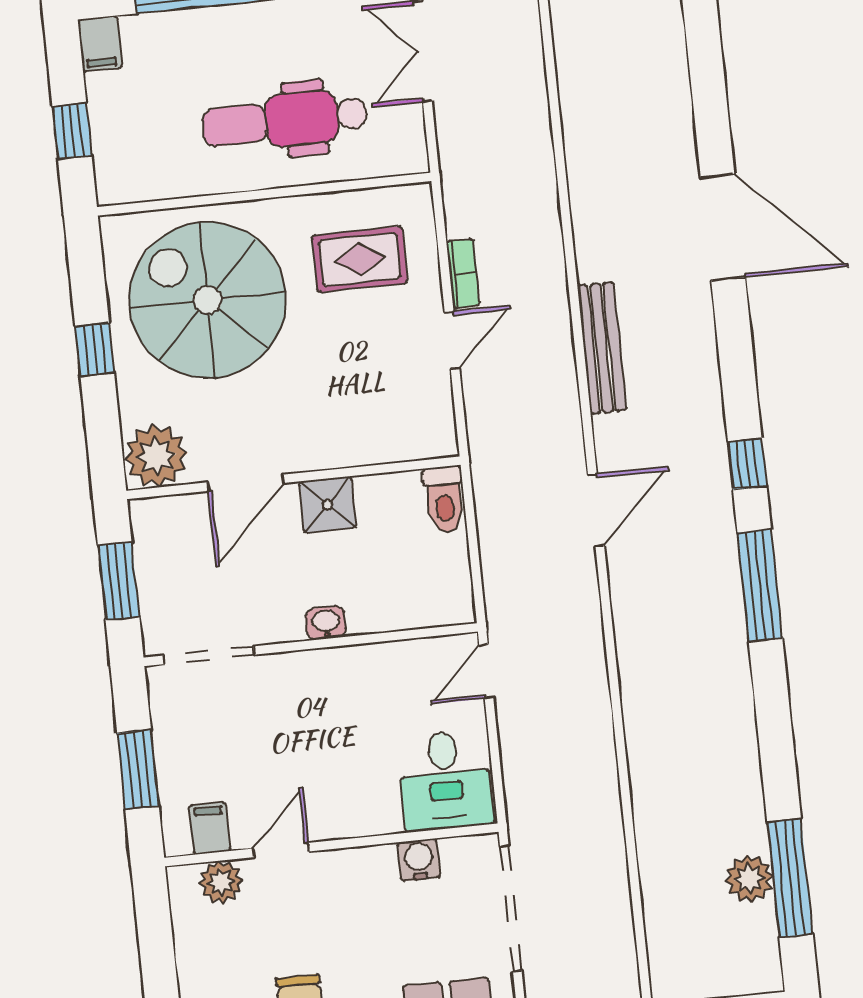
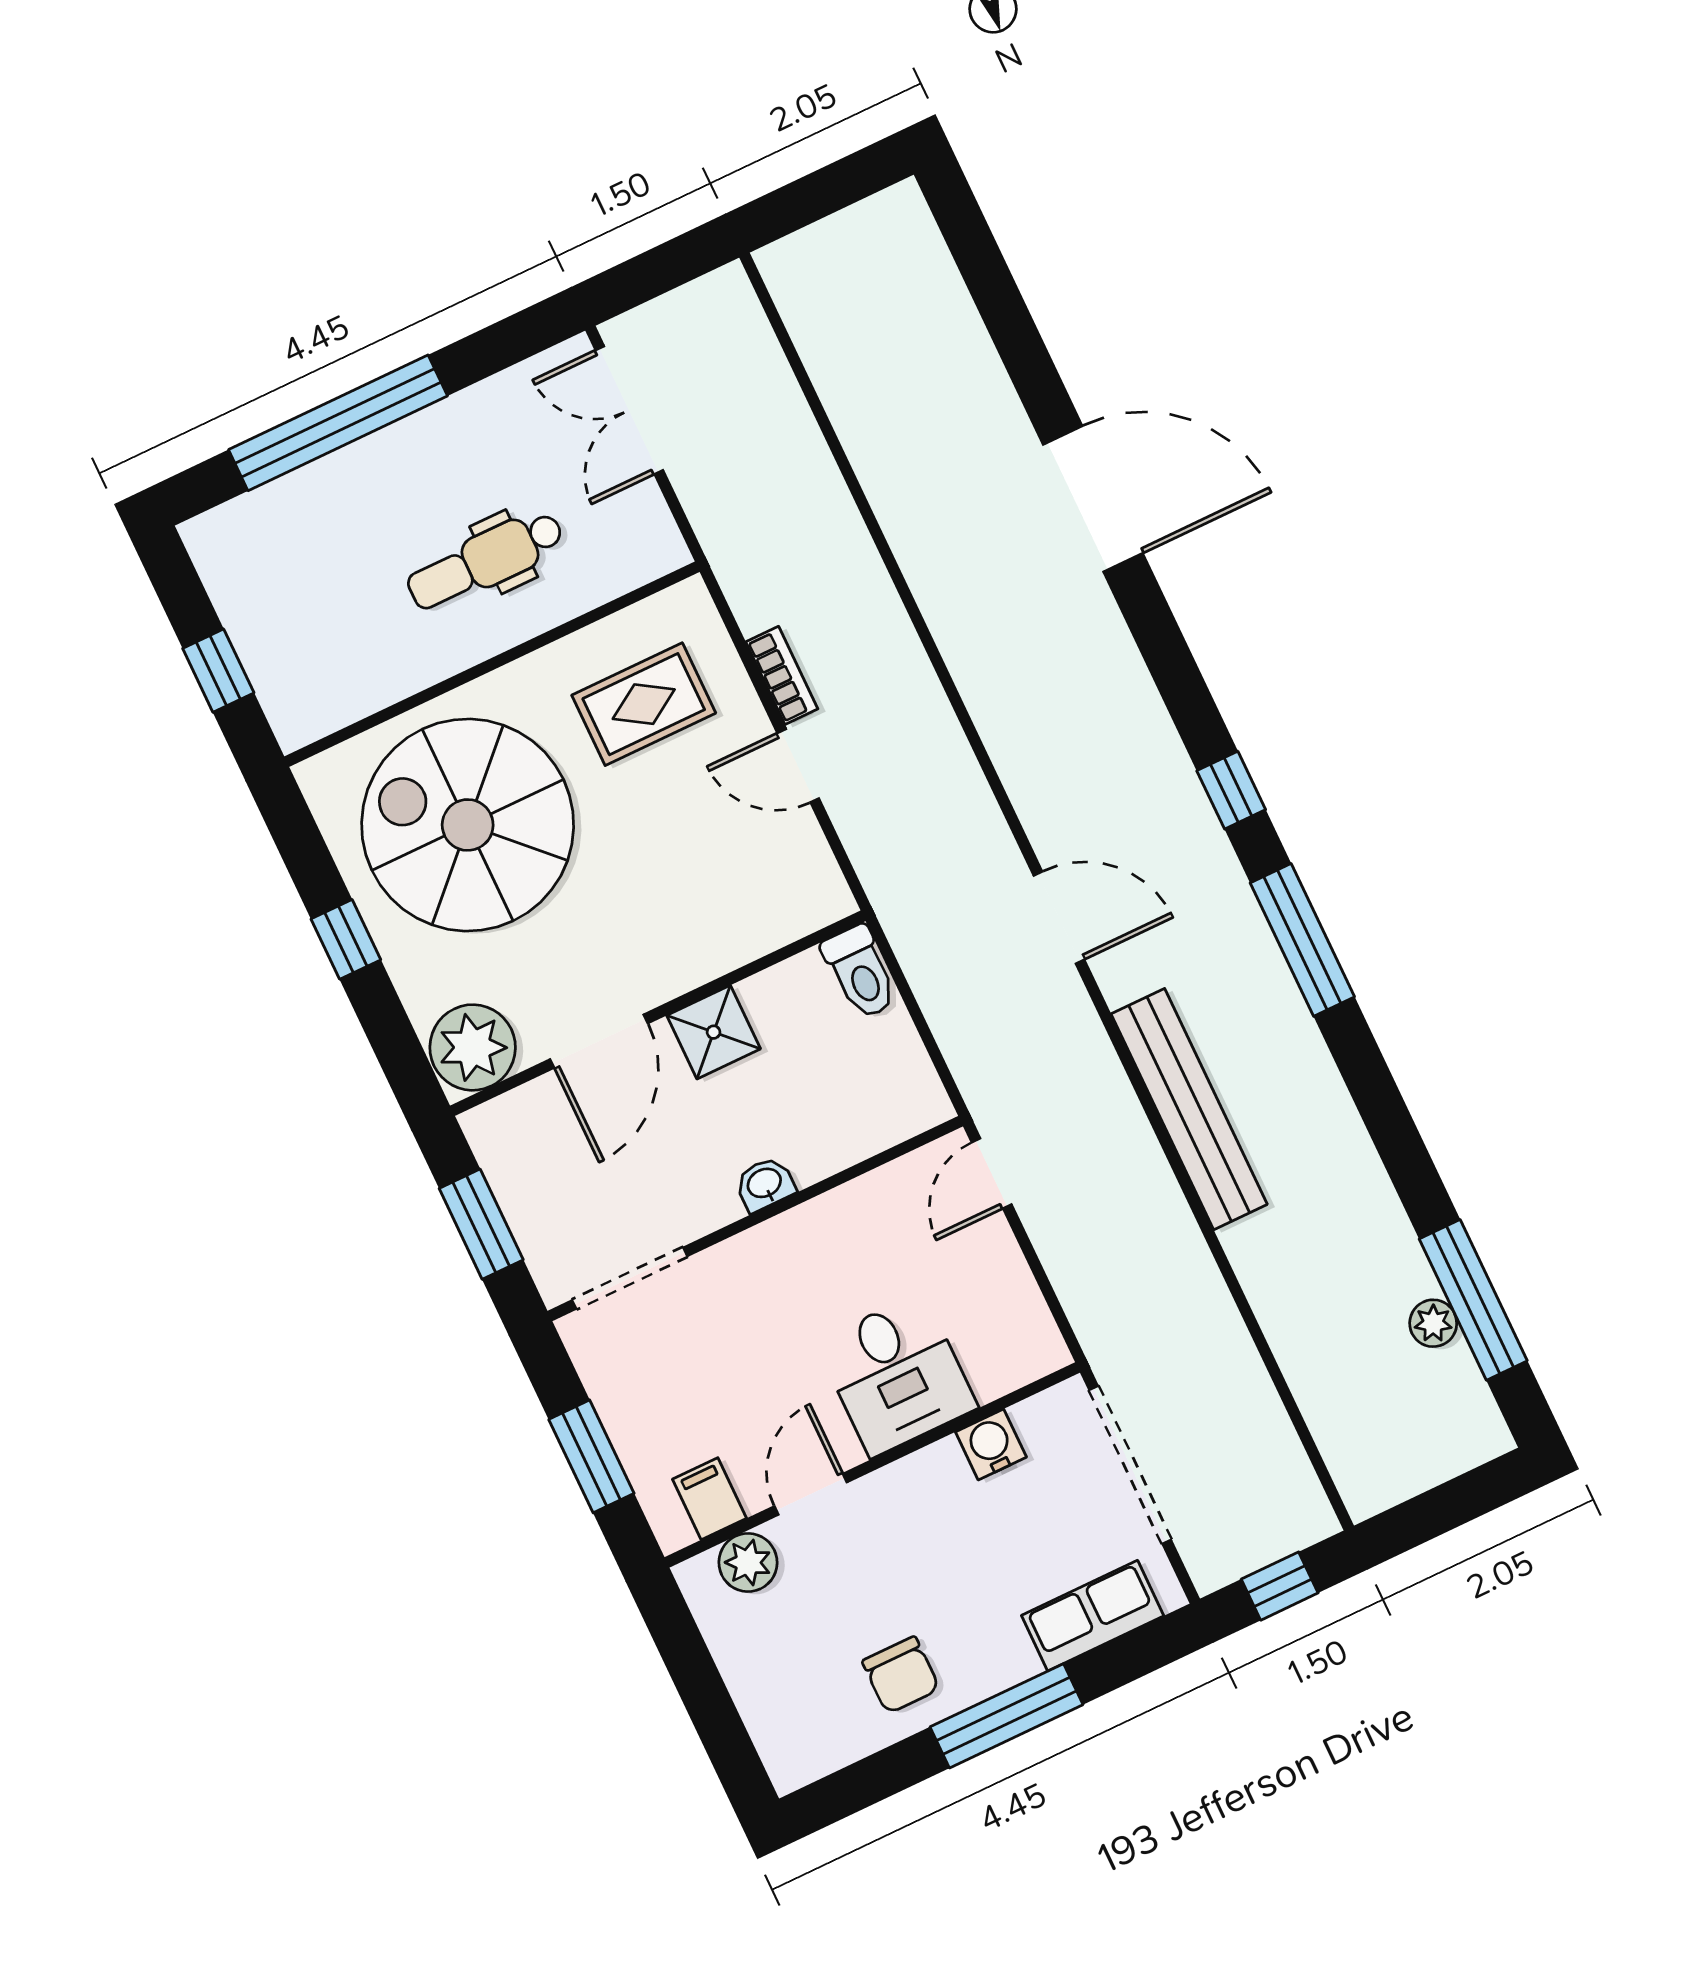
filing cabinet: (100, 44) -> (214, 546), removed
dental chair: (285, 120) -> (485, 560), width x0.73, depth x0.72
door: (452, 340) -> (798, 766), swing flipped
bench: (602, 348) -> (1189, 1109), moved, width x1.37, depth x1.21
door: (596, 510) -> (1059, 918), hinge flipped
desk: (445, 780) -> (897, 1375), moved
plant: (749, 879) -> (1433, 1323), width x0.73, depth x0.73

